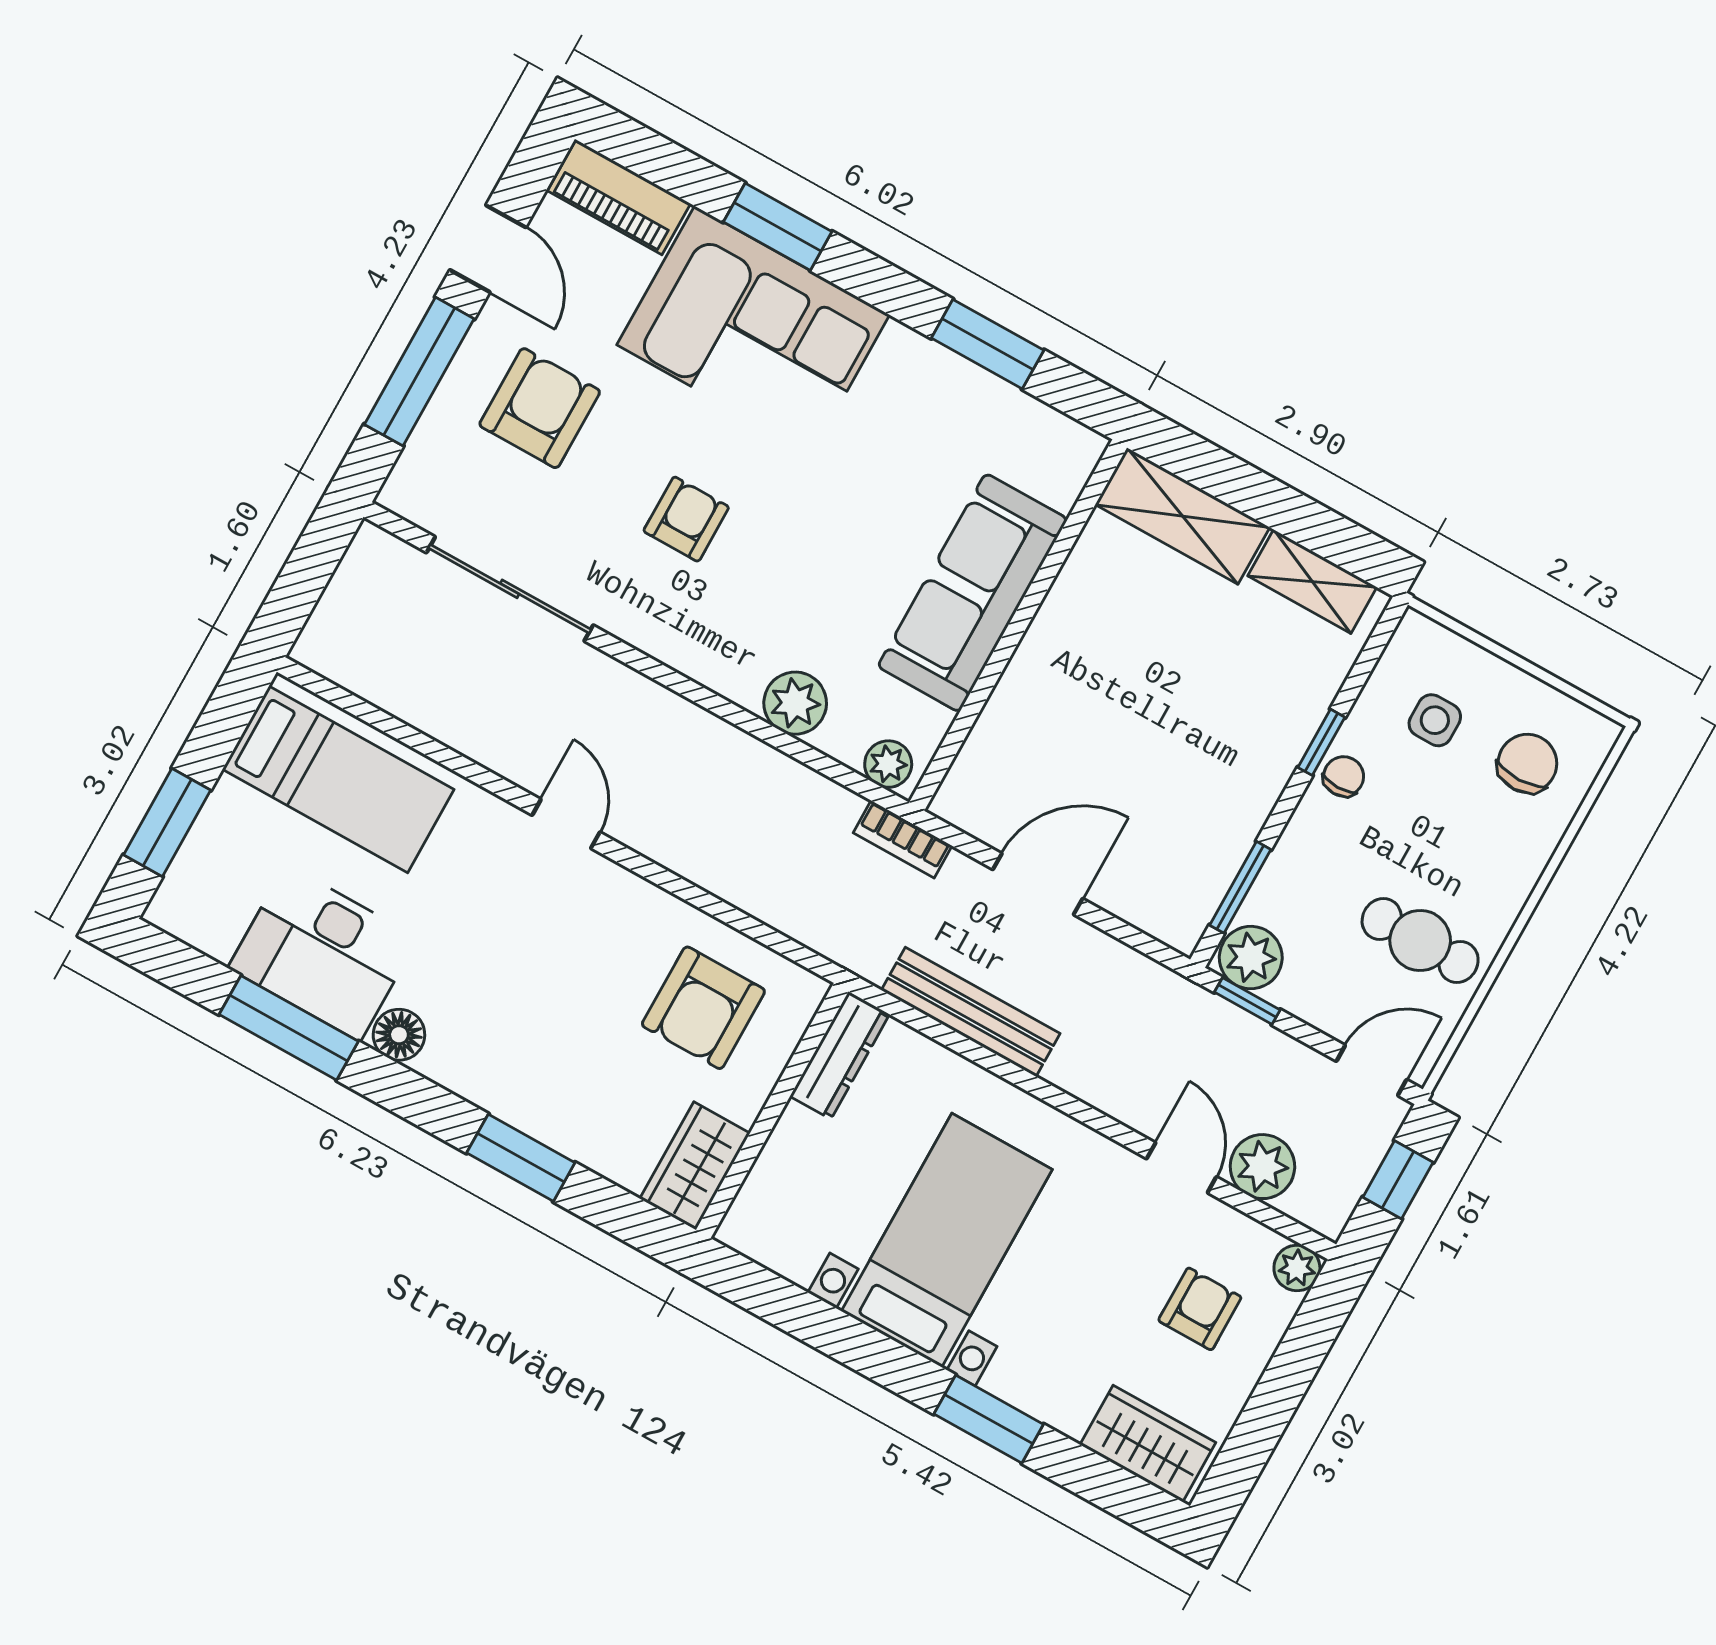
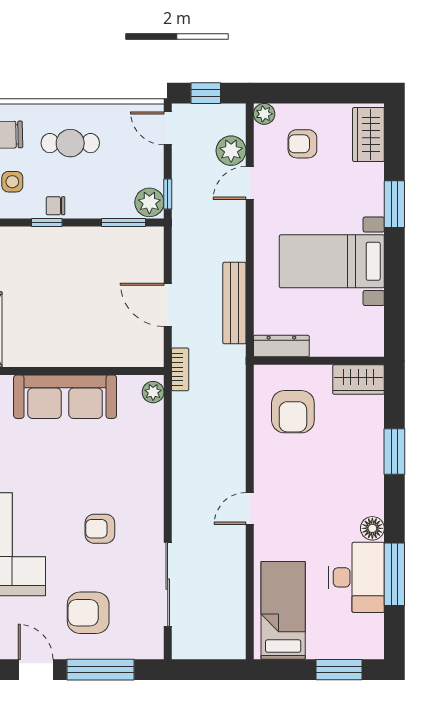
door: (488, 249) -> (36, 670), hinge flipped
plant: (795, 703) -> (149, 443), removed
cafe table: (1420, 941) -> (70, 143), moved, turned 90
armchair: (703, 1008) -> (293, 412), turned 90

